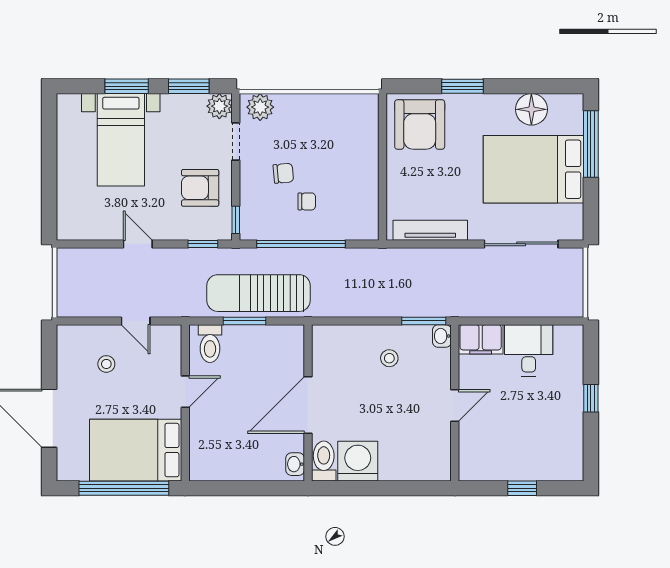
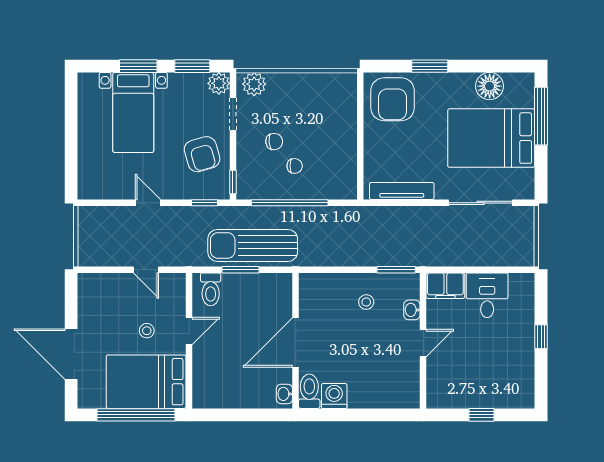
armchair: (200, 188) -> (202, 154), turned -106
washbasin: (442, 336) -> (412, 310), moved
stool: (106, 364) -> (147, 331), moved
washing machine: (358, 461) -> (334, 396), width x0.73, depth x0.73

